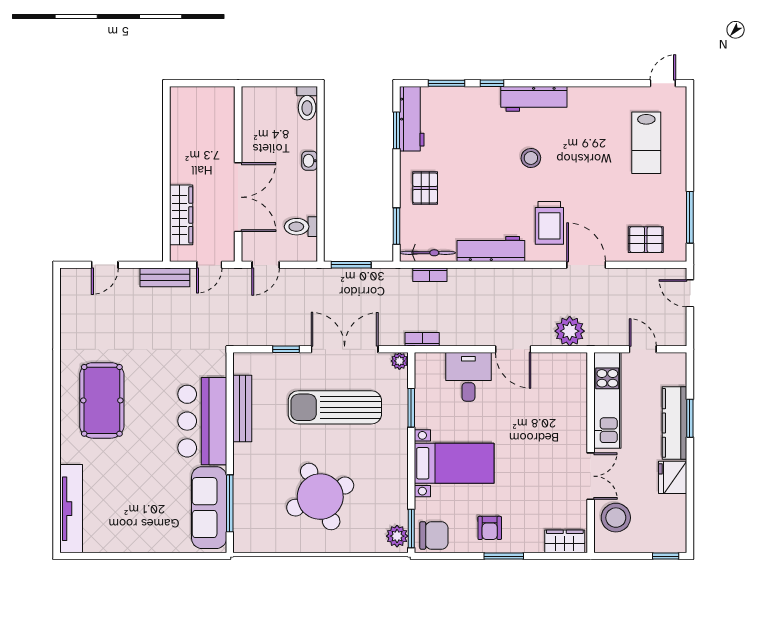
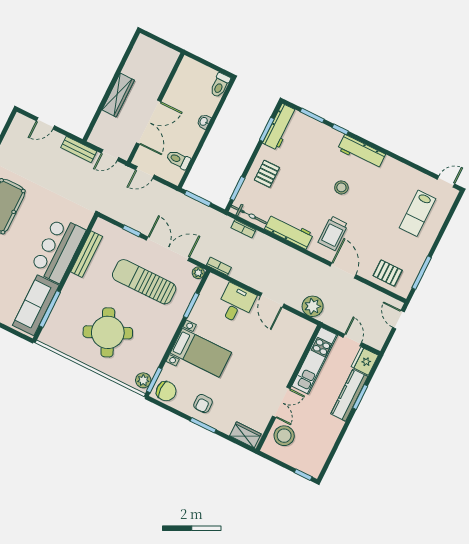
wardrobe: (181, 215) -> (118, 95), moved
fridge: (673, 477) -> (365, 361), moved

